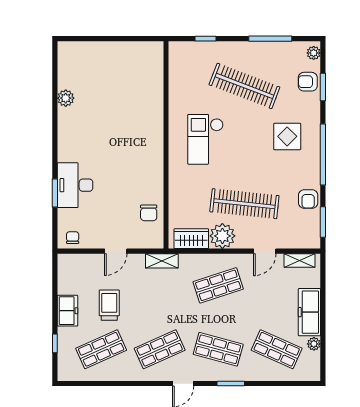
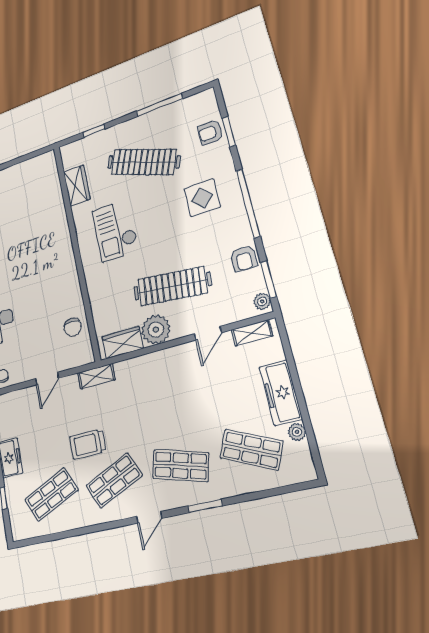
plant: (314, 53) -> (262, 301), moved
wardrobe: (179, 85) -> (77, 186), added
shop shelf: (218, 285) -> (164, 388), removed
trolley: (109, 305) -> (88, 444), moved, turned -90

